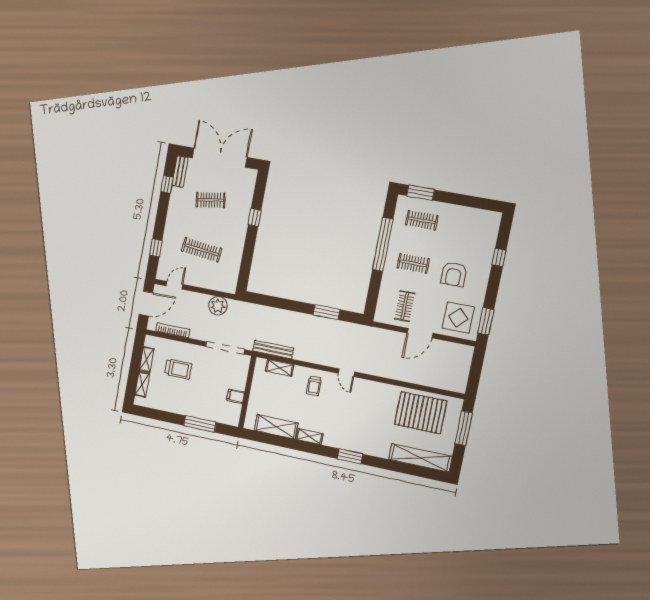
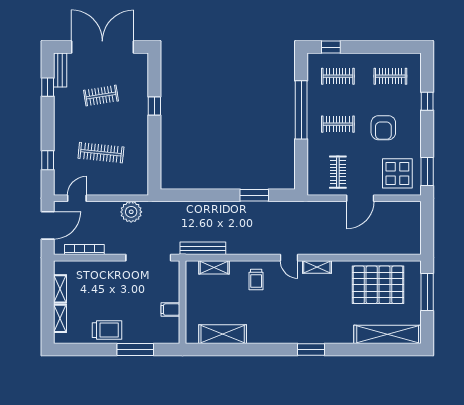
window: (421, 193) -> (331, 47), width x0.67
clothes rail: (470, 229) -> (390, 76), added
trolley: (178, 369) -> (107, 330), moved
shelving: (309, 437) -> (317, 267), moved

